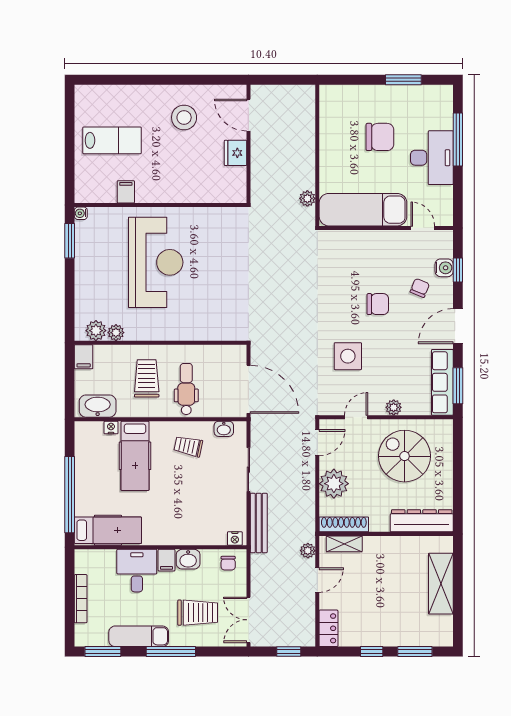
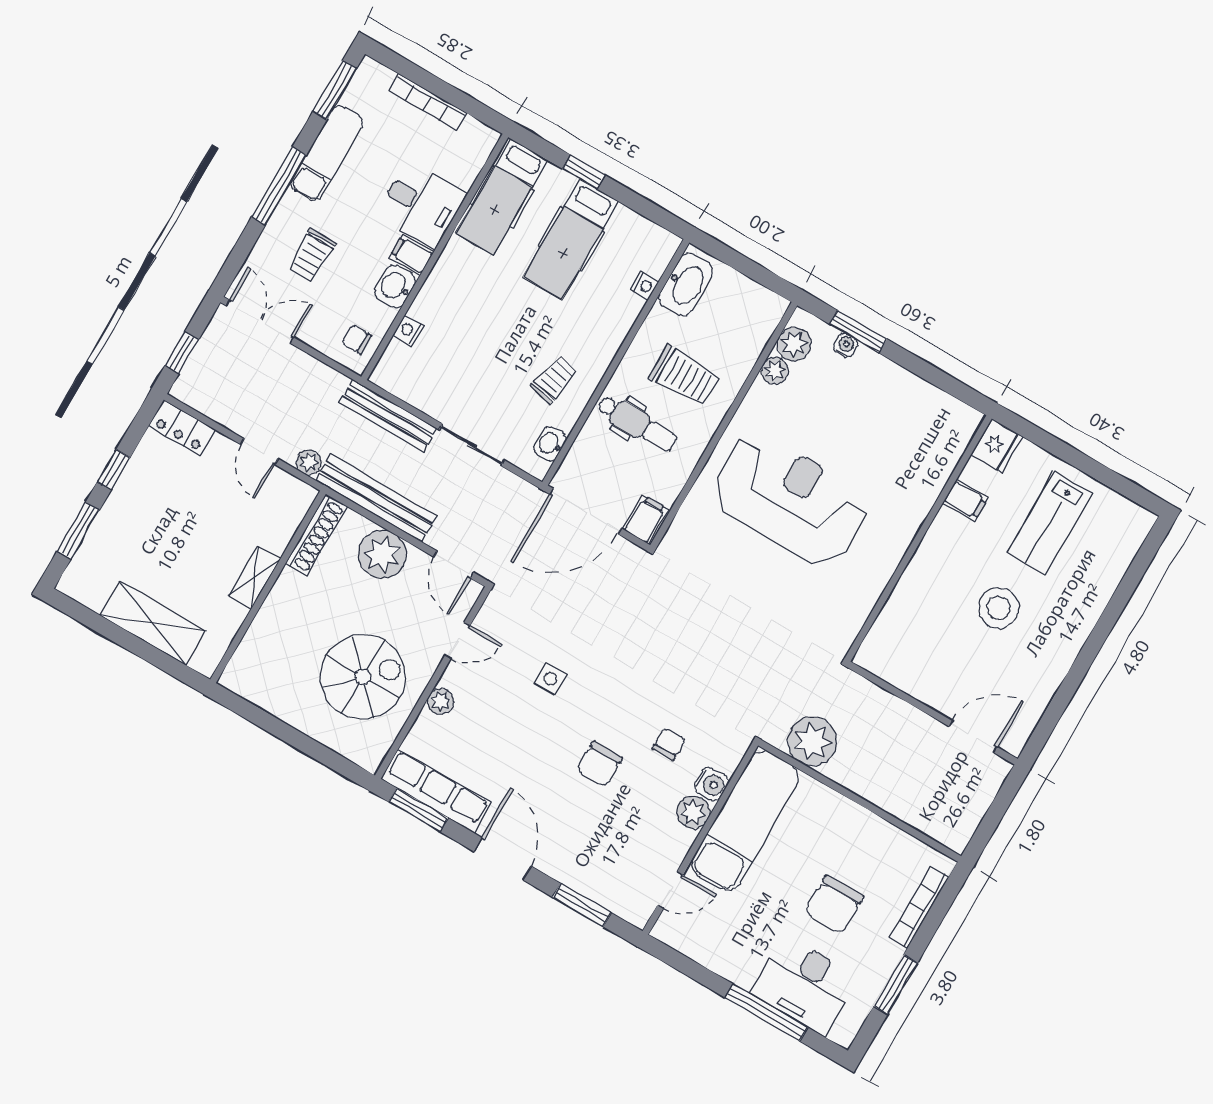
bookcase: (355, 91) -> (919, 907), added
stool: (184, 117) -> (999, 608), moved
fridge: (235, 153) -> (997, 446), moved, turned 90
desk: (432, 158) -> (804, 985), moved
plant: (307, 198) -> (812, 741), width x1.88, depth x1.88
water cooler: (81, 213) -> (845, 345), moved
plant: (374, 240) -> (693, 812), added
window: (70, 241) -> (858, 332), moved
reception desk: (156, 262) -> (790, 499), moved, turned 180
water cooler: (444, 268) -> (711, 784), moved, turned -90
window: (458, 270) -> (582, 905), width x1.50
chair: (420, 288) -> (669, 744), moved, turned -112
side table: (348, 356) -> (551, 679), width x0.54, depth x0.54
filing cabinet: (84, 357) -> (645, 519), moved, turned 90
door: (356, 417) -> (457, 640), hinge flipped
hospital bed: (135, 456) -> (571, 239), moved, turned -90
window: (70, 495) -> (584, 172), width x0.32
bench: (306, 504) -> (376, 498), added
dresser: (422, 521) -> (257, 648), removed
nightstand: (235, 539) -> (409, 330), moved
shelving: (344, 544) -> (255, 577), moved
trolley: (198, 613) -> (312, 256), width x0.73, depth x0.72

